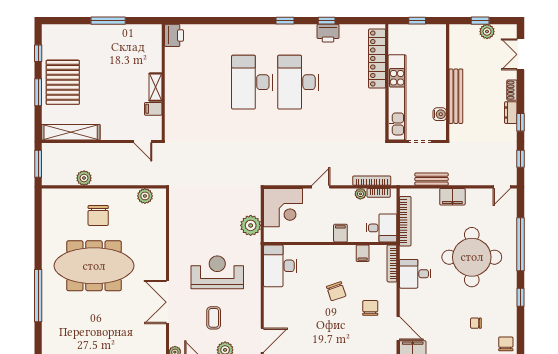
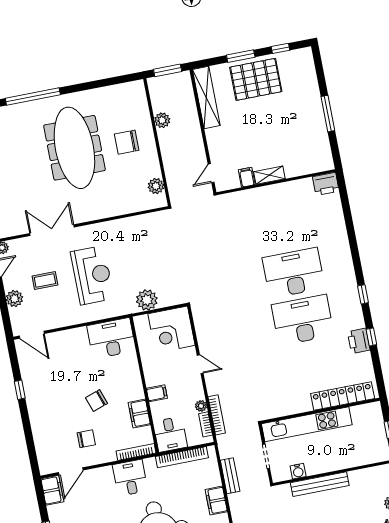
filing cabinet: (363, 253) -> (139, 414), width x2.00

